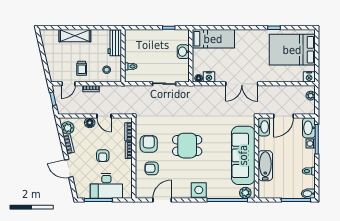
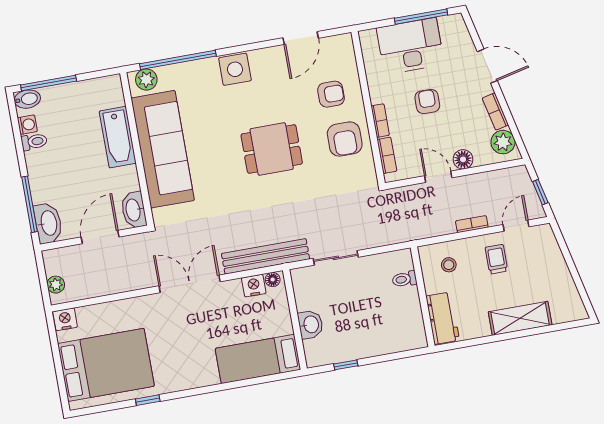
bench: (200, 91) -> (265, 256), added
washing machine: (311, 144) -> (27, 125), moved

